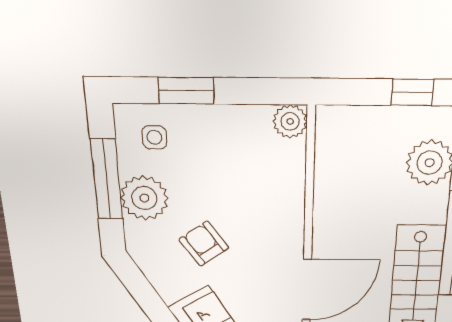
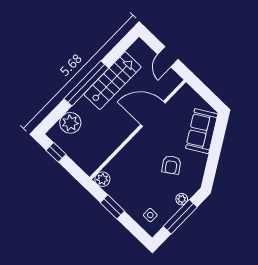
window: (186, 91) -> (112, 207), moved
plant: (144, 198) -> (182, 199), width x0.53, depth x0.53

